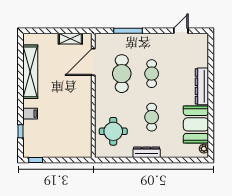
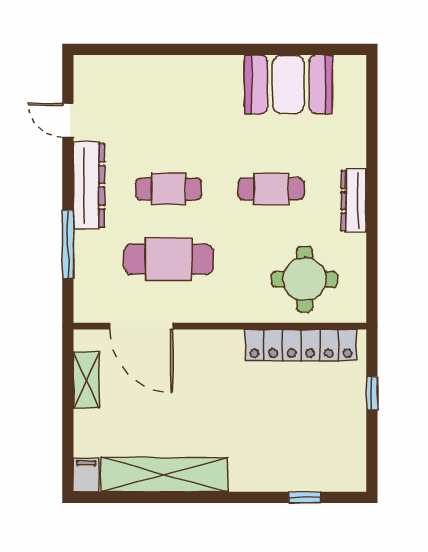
dresser: (202, 86) -> (89, 185), moved, turned -90
filing cabinet: (30, 114) -> (86, 475), moved
locker: (85, 130) -> (301, 345), added
plant: (204, 149) -> (345, 66), removed
window: (36, 160) -> (372, 393), moved

